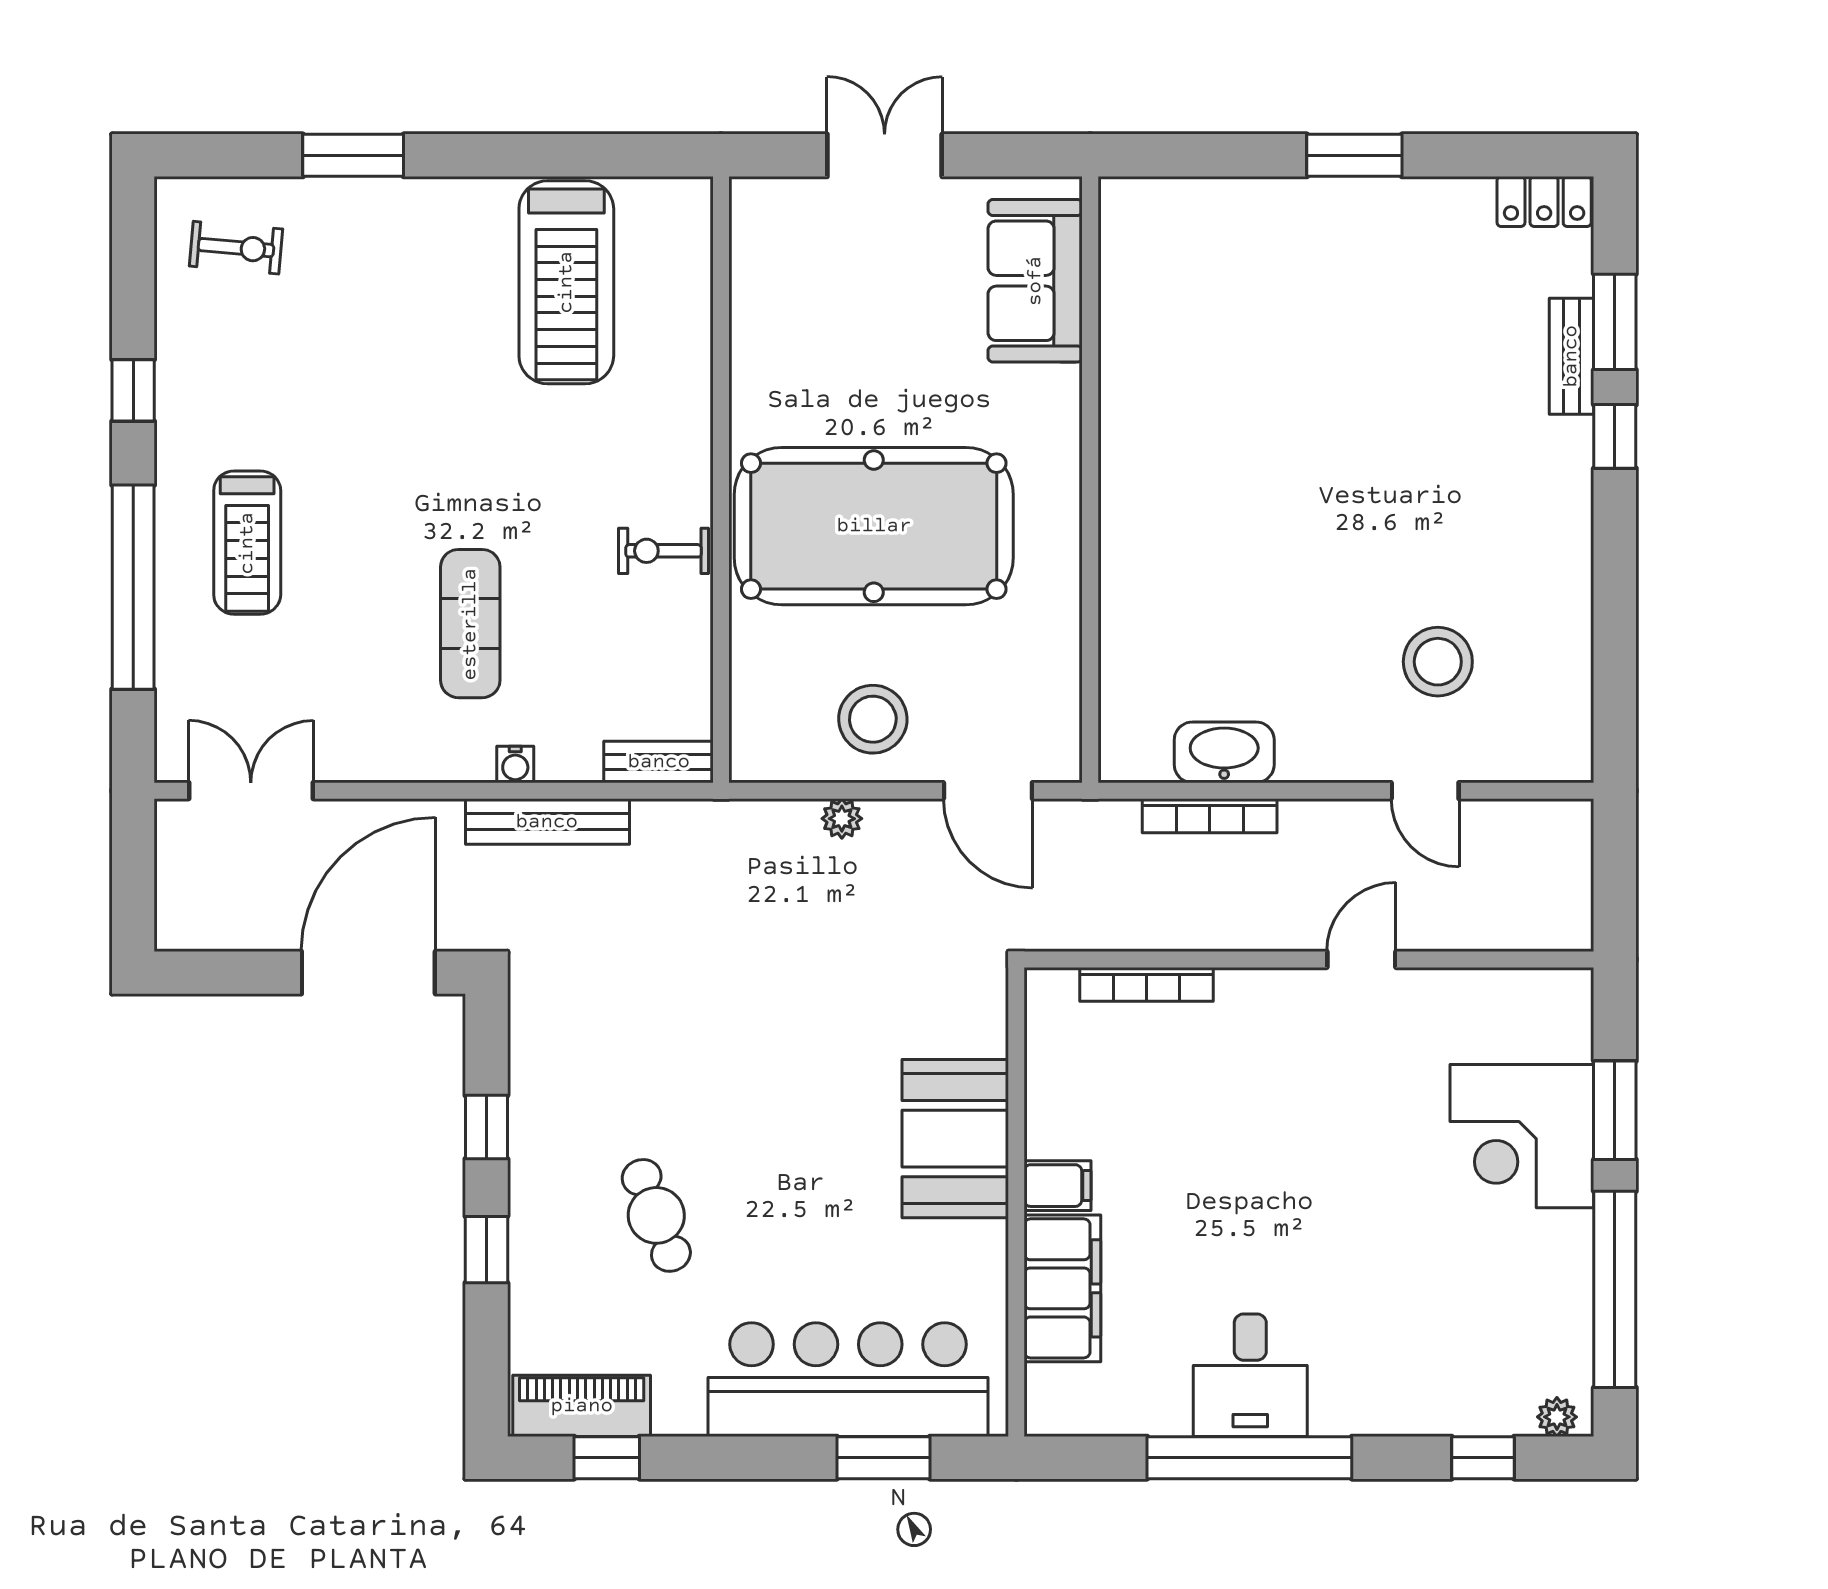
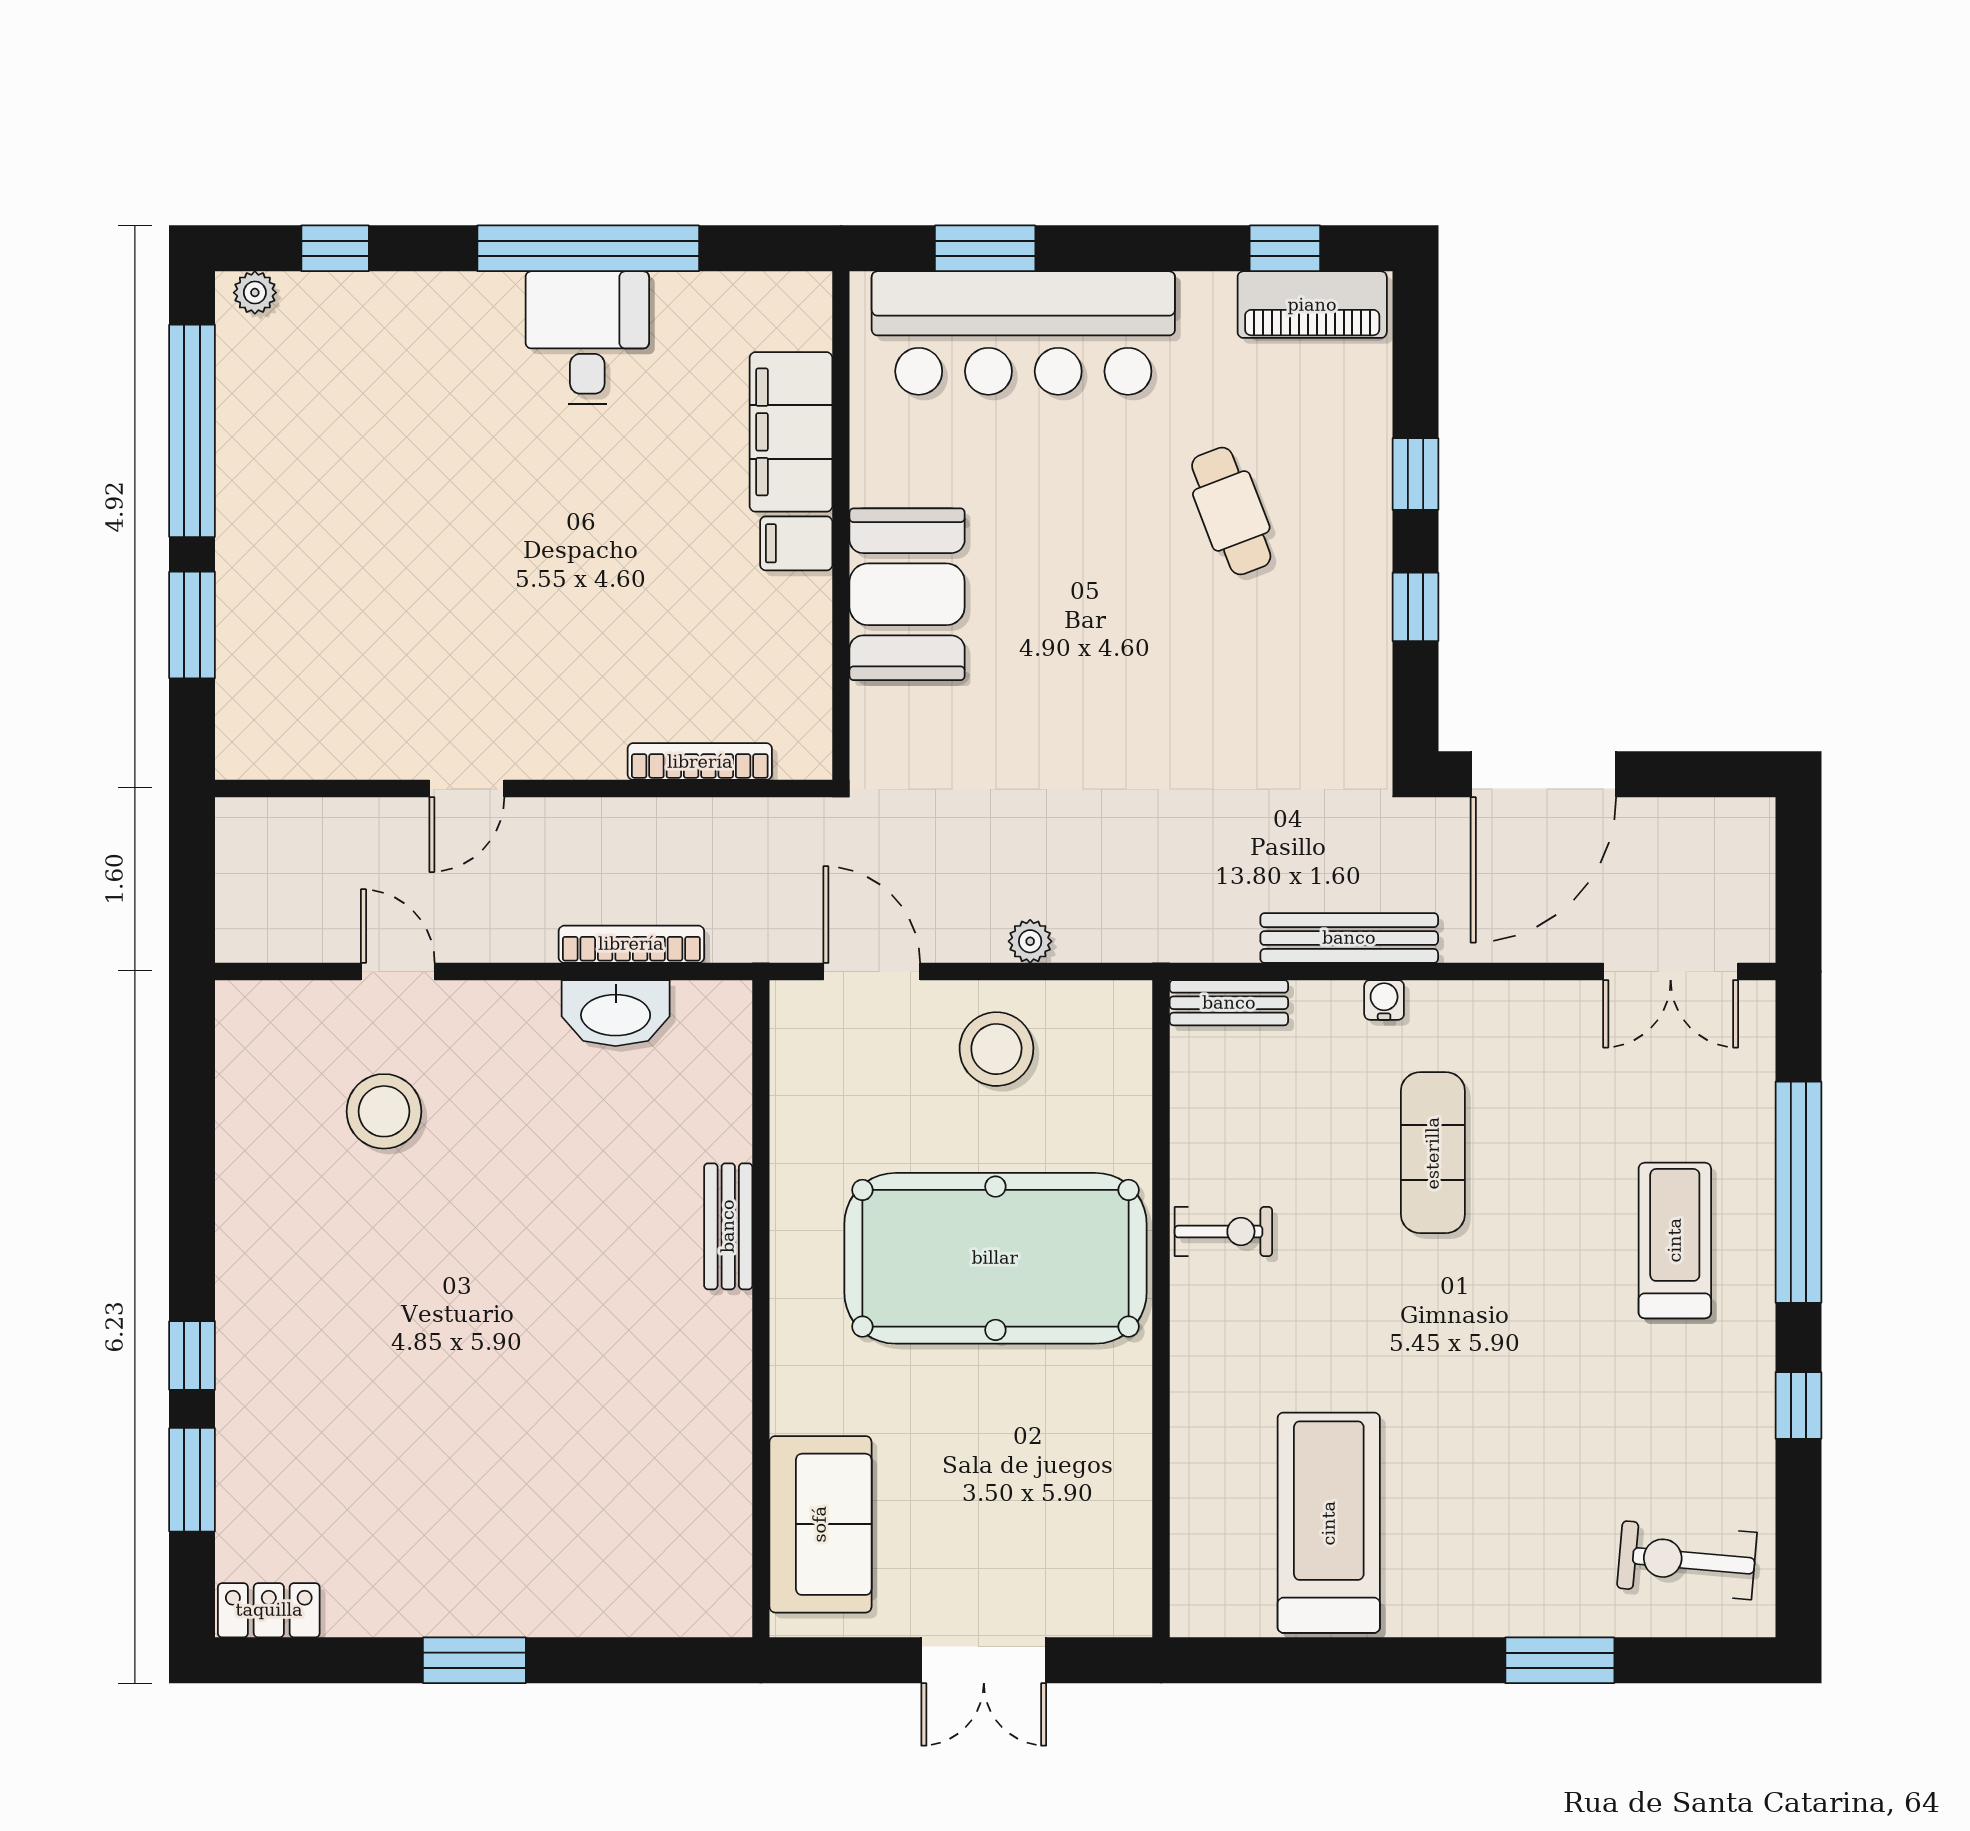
exercise bike: (236, 248) -> (1687, 1560), width x1.38, depth x1.39
bench: (1571, 356) -> (728, 1226), moved
corner desk: (1522, 1136) -> (293, 597), removed

